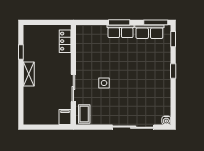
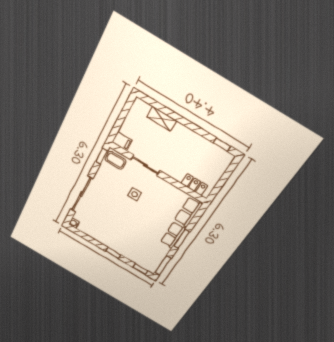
row of seats: (149, 32) -> (188, 212), moved
window: (21, 52) -> (222, 145), moved
shelving: (29, 74) -> (162, 119), moved
window: (88, 127) -> (101, 156), added

